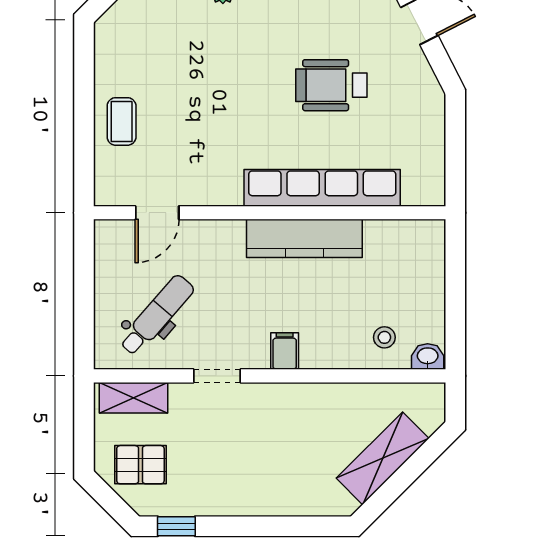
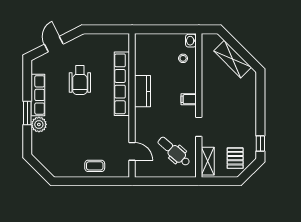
kitchen counter: (304, 238) -> (143, 91), width x0.67

